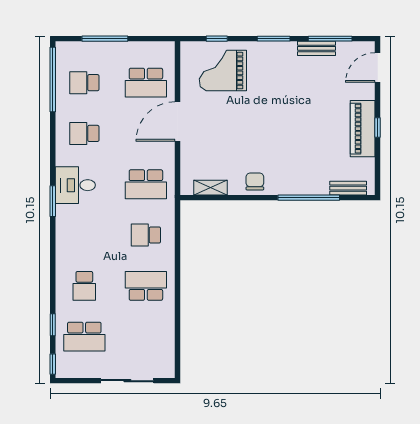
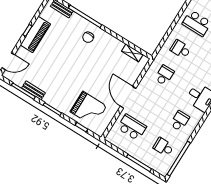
school desk: (84, 83) -> (163, 147), turned 180
door: (177, 121) -> (128, 97), swing flipped
school desk: (84, 133) -> (180, 121), turned -90
chair: (255, 181) -> (88, 37), moved
school desk: (146, 184) -> (164, 75), width x0.54
school desk: (146, 235) -> (181, 49), turned 180

